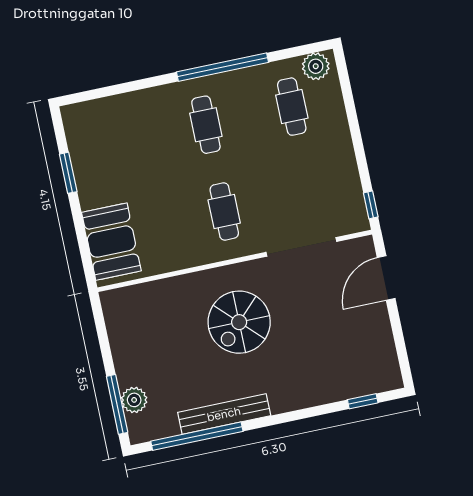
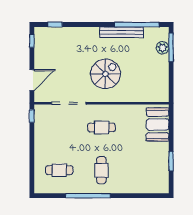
plant: (316, 66) -> (44, 187), removed
cafe table: (292, 107) -> (59, 170), turned 90
cafe table: (224, 211) -> (101, 127), turned 90
window: (403, 358) -> (32, 41), added

